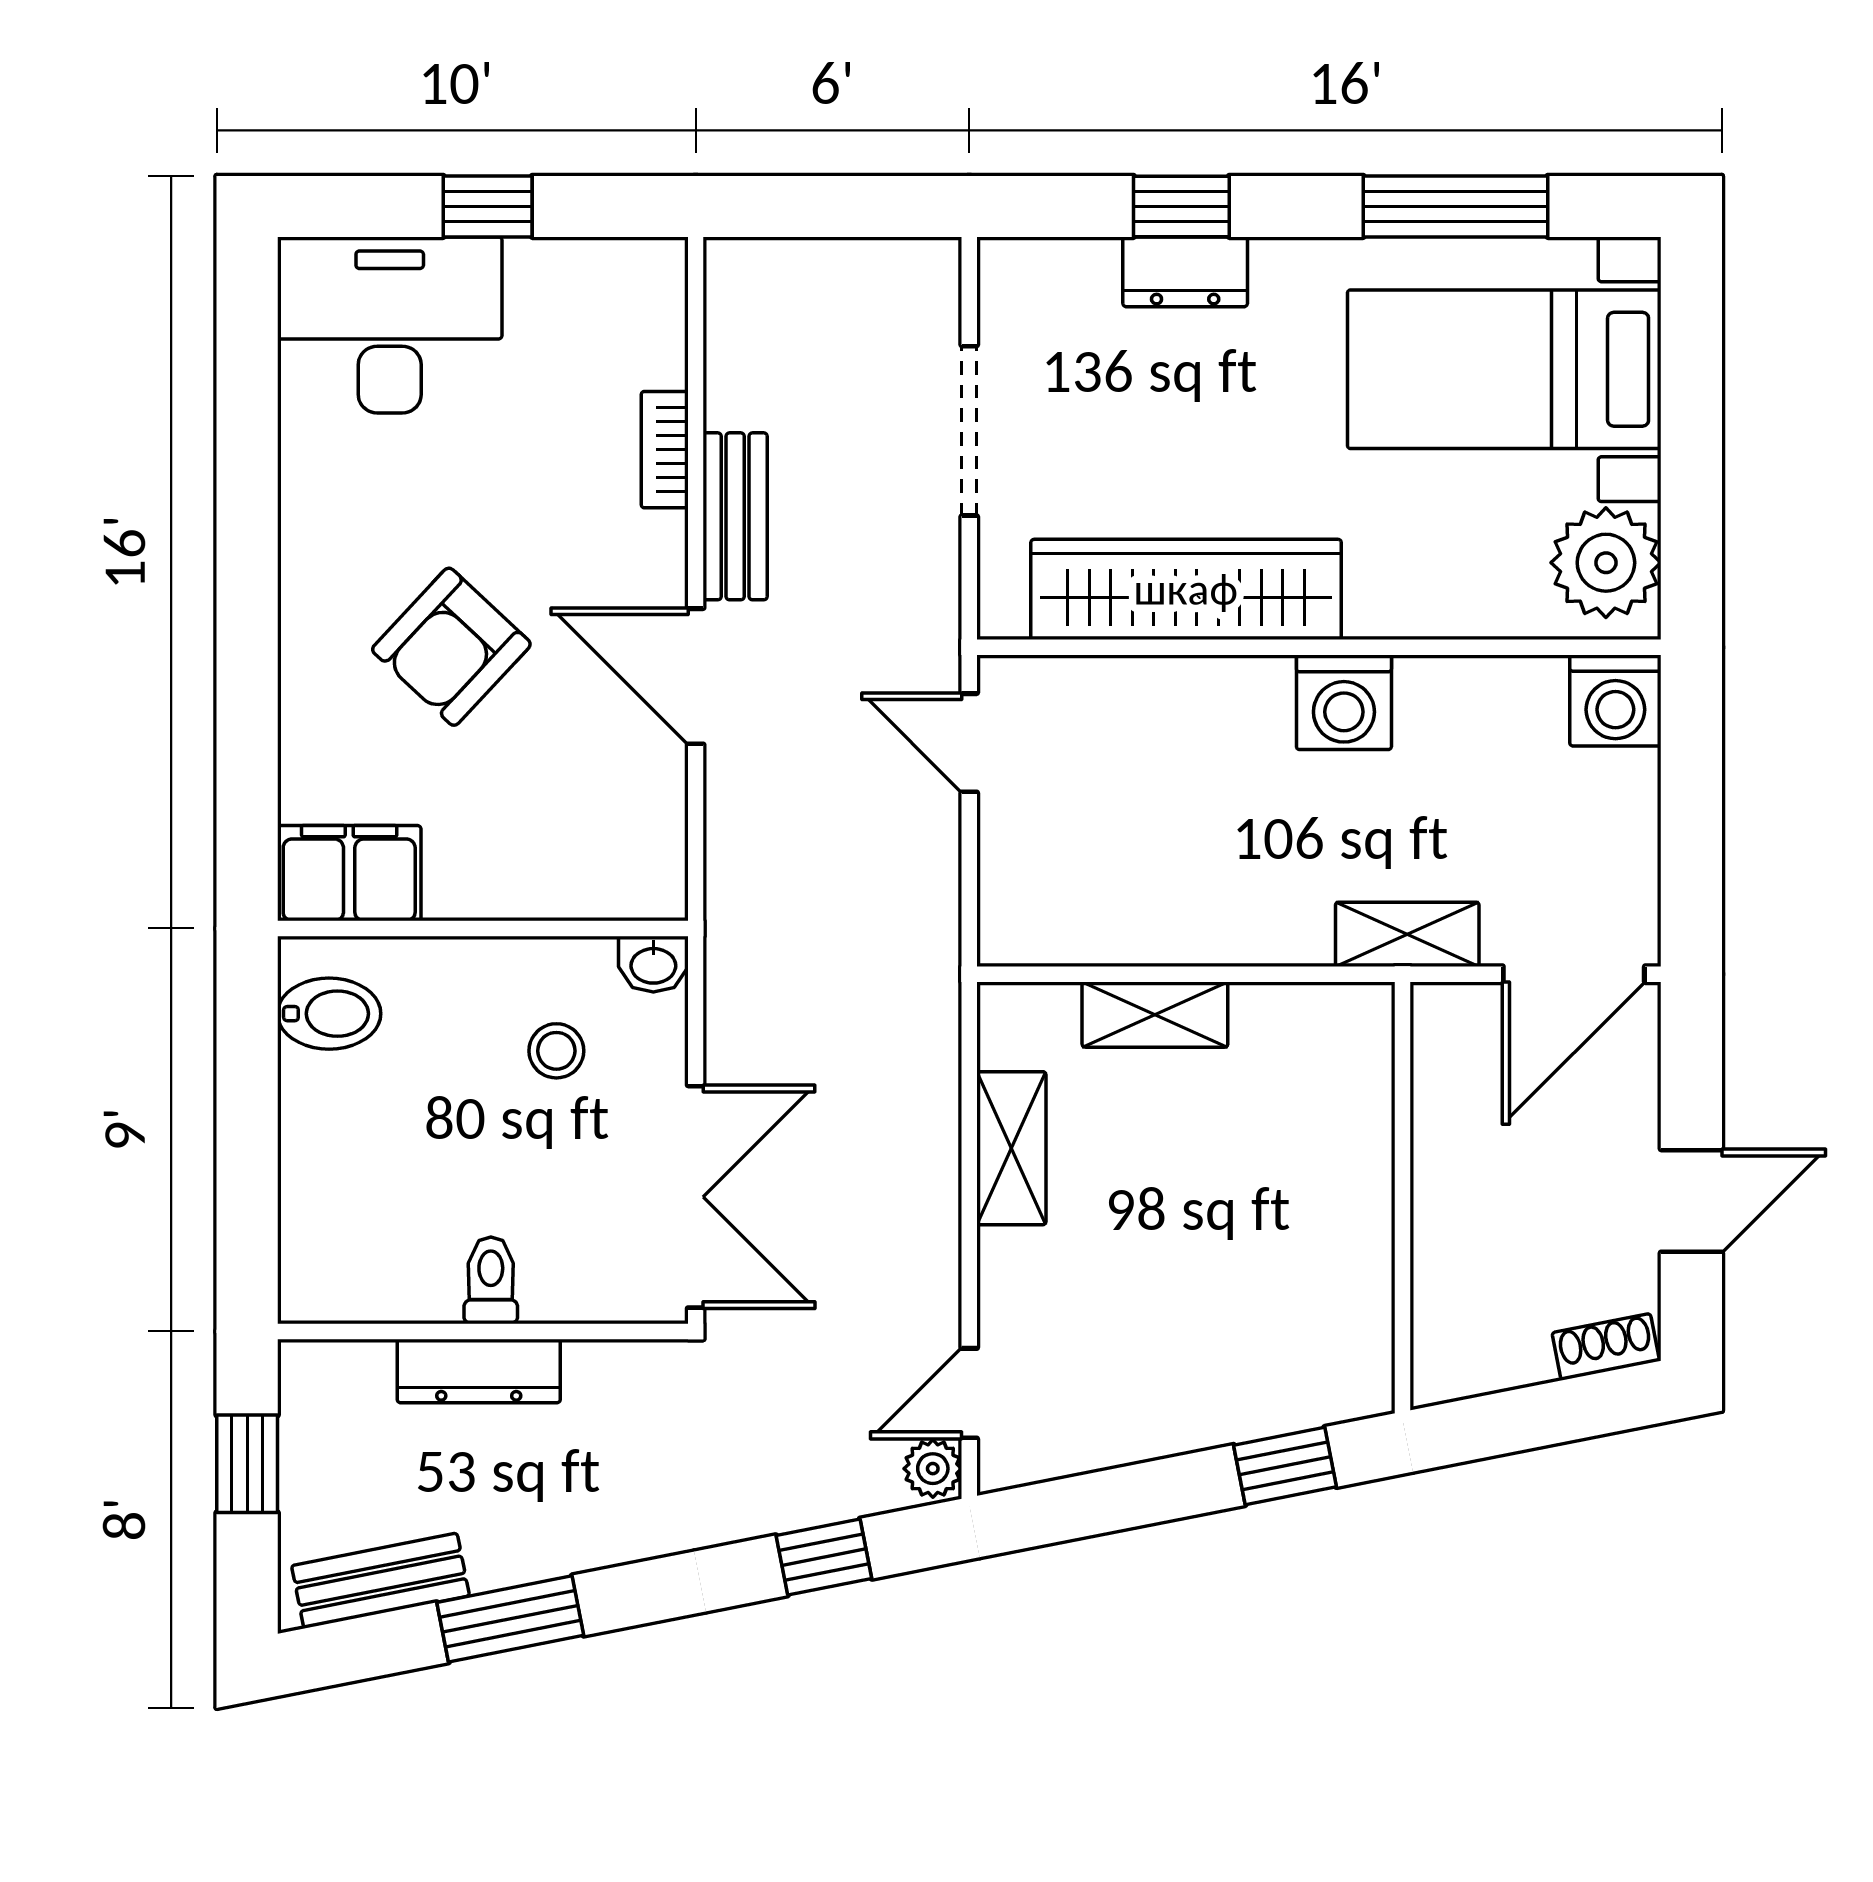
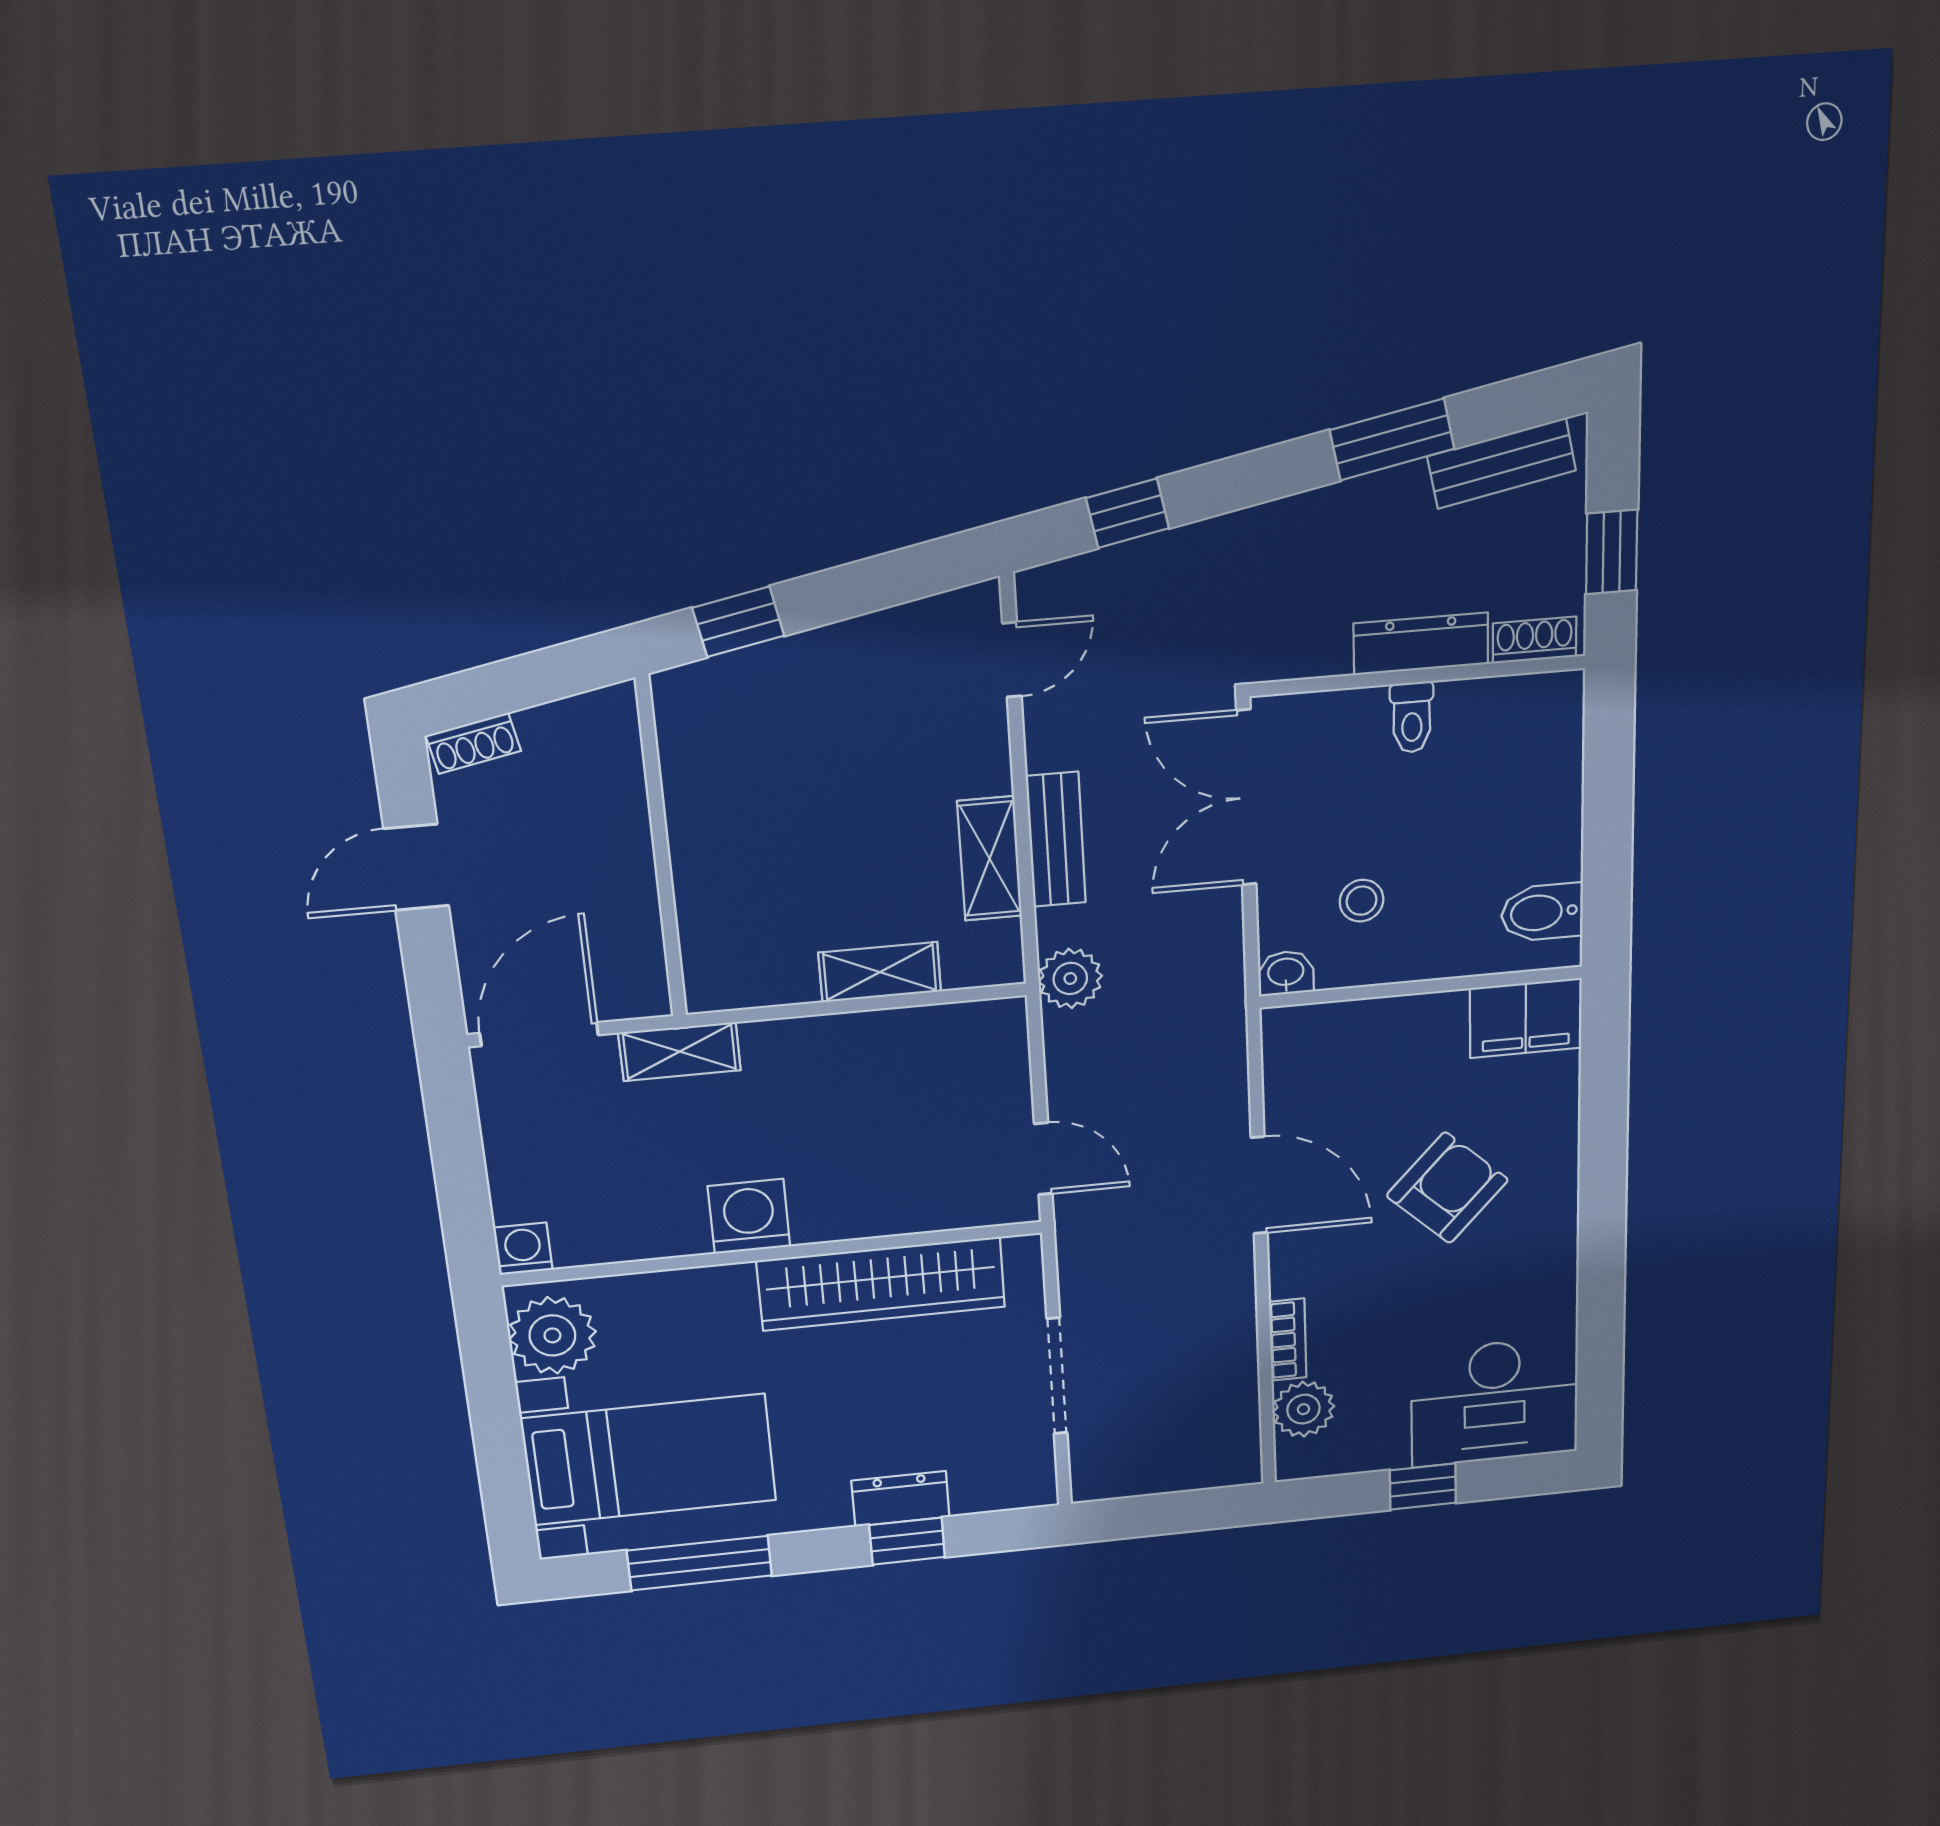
plant: (646, 344) -> (1303, 1409), added
bench: (735, 516) -> (1056, 840), moved
washing machine: (1615, 700) -> (523, 1249), width x0.73, depth x0.73
shoe rack: (340, 1364) -> (1535, 640), added
plant: (933, 1469) -> (1070, 978), moved, width x1.38, depth x1.38

